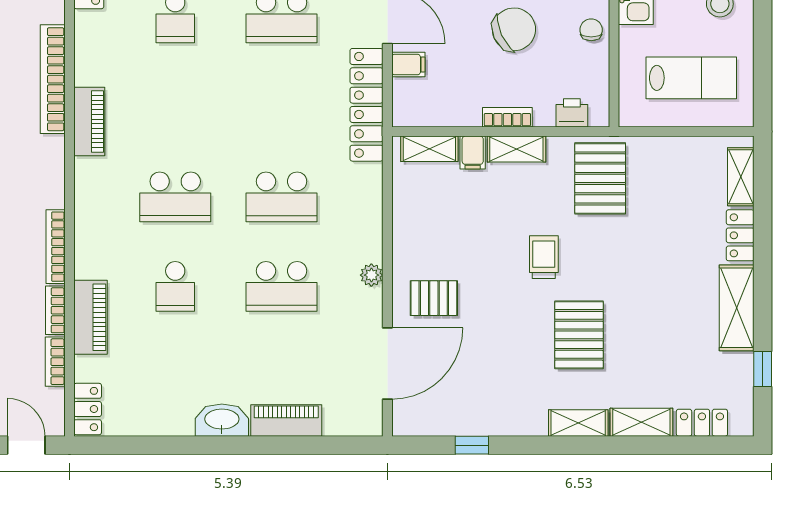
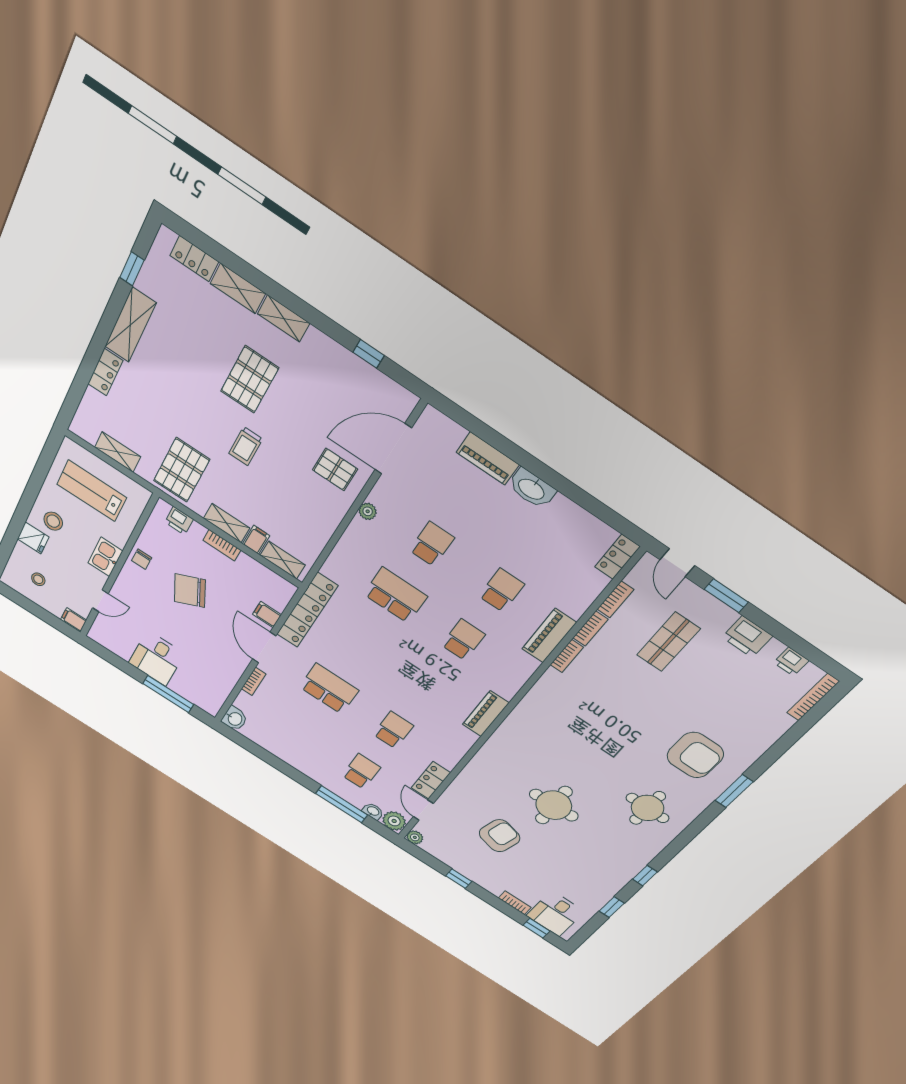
bookcase: (53, 79) -> (491, 749), removed
shelving: (741, 177) -> (118, 452), moved, turned 90
school desk: (175, 197) -> (463, 640), width x0.54
bookcase: (56, 247) -> (567, 656), width x0.64
school desk: (282, 286) -> (432, 544), width x0.54
piano: (90, 317) -> (549, 636), moved

